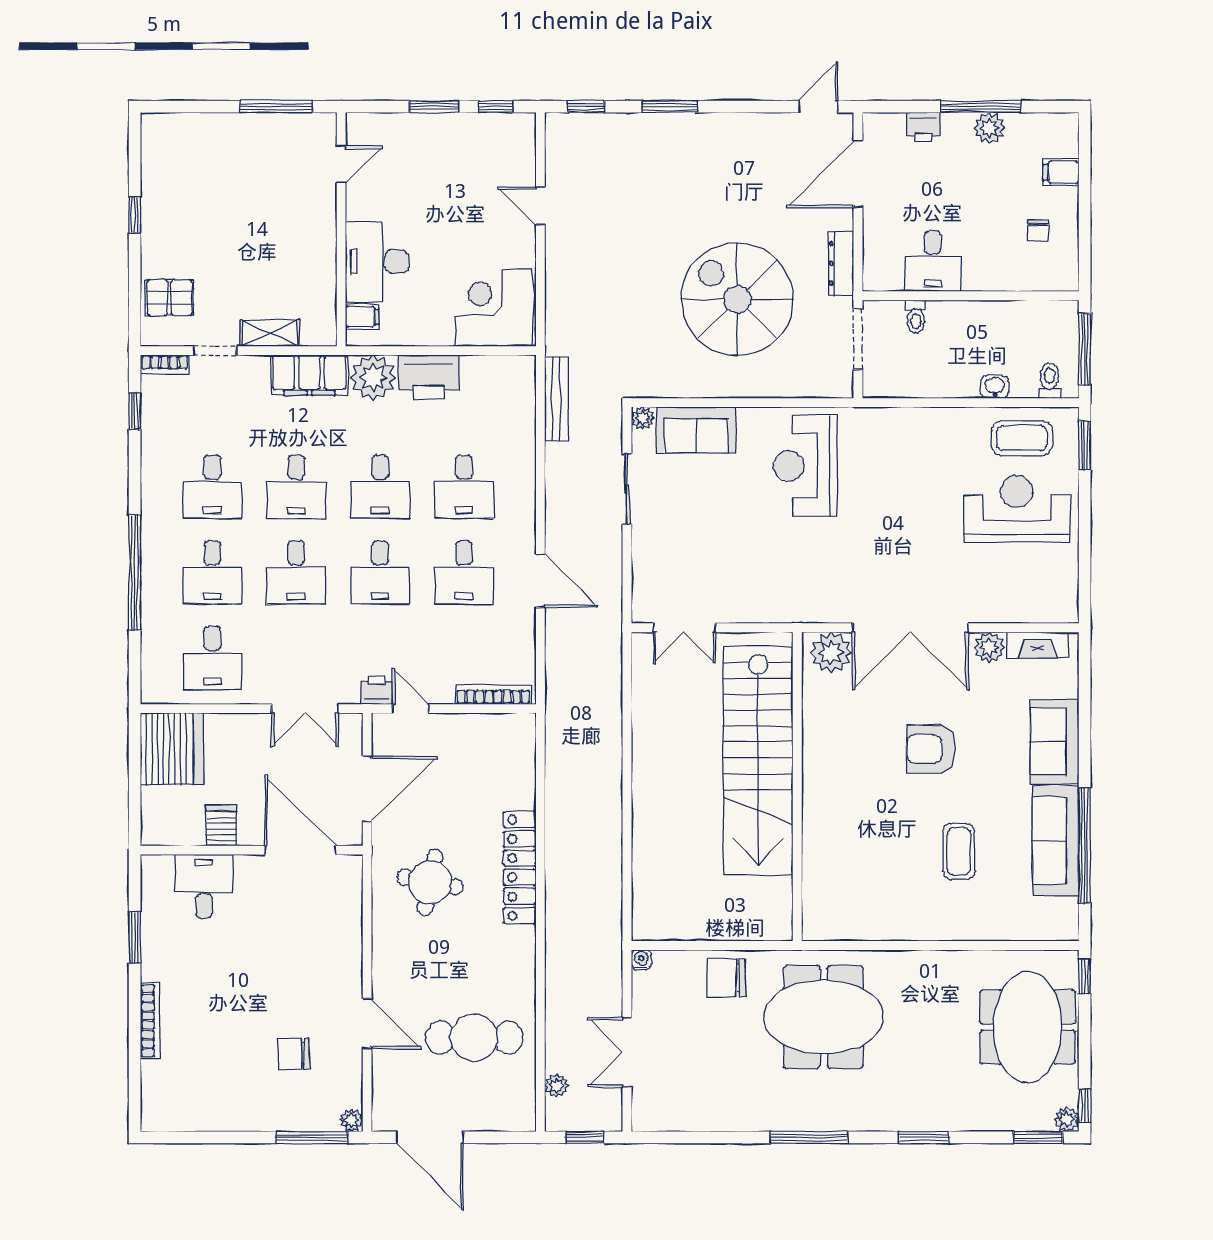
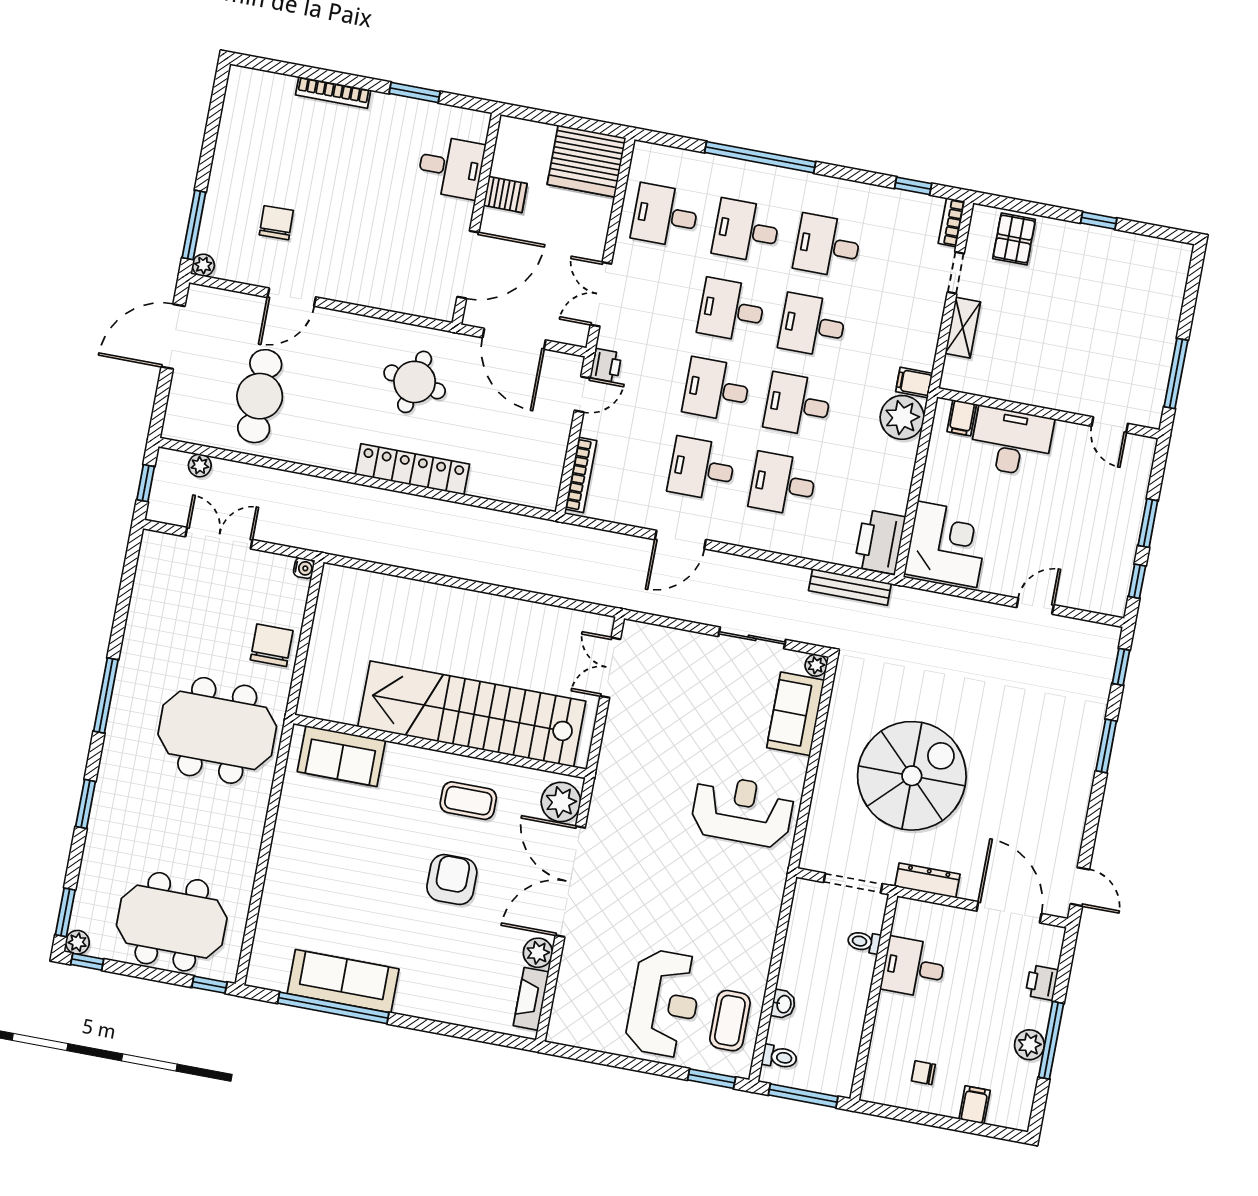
filing cabinet: (309, 375) -> (914, 382), width x0.33, depth x0.86
printer: (429, 377) -> (880, 542), moved
sofa: (1054, 742) -> (341, 756), moved, turned 180
coffee table: (959, 851) -> (468, 801), moved
meeting table: (824, 1017) -> (217, 730), turned 90

